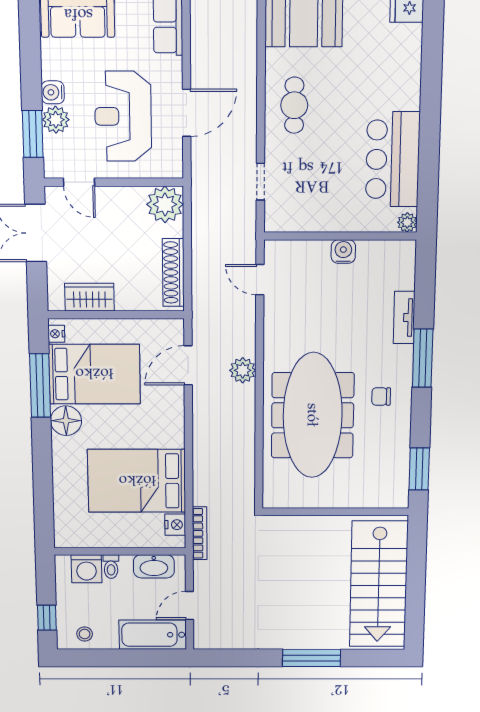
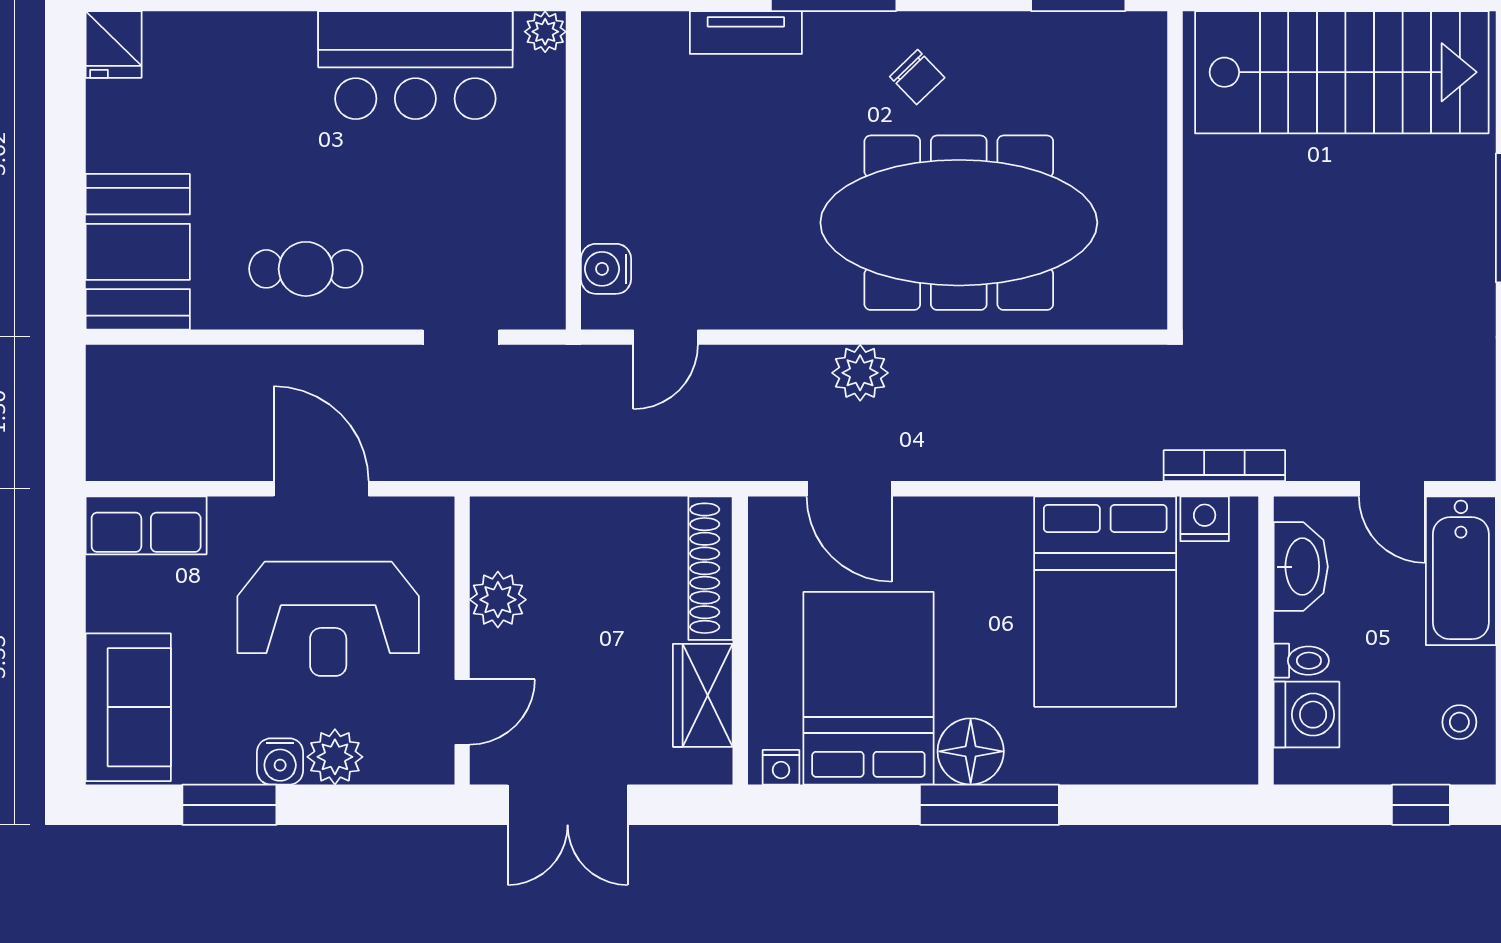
window: (33, 134) -> (229, 805), moved
plant: (165, 204) -> (498, 600), moved, width x0.73, depth x0.73
water cooler: (343, 251) -> (606, 269), moved
shoe rack: (173, 273) -> (710, 568), moved, turned 90
window: (40, 385) -> (989, 805), moved
chair: (381, 396) -> (917, 77), turned -44

